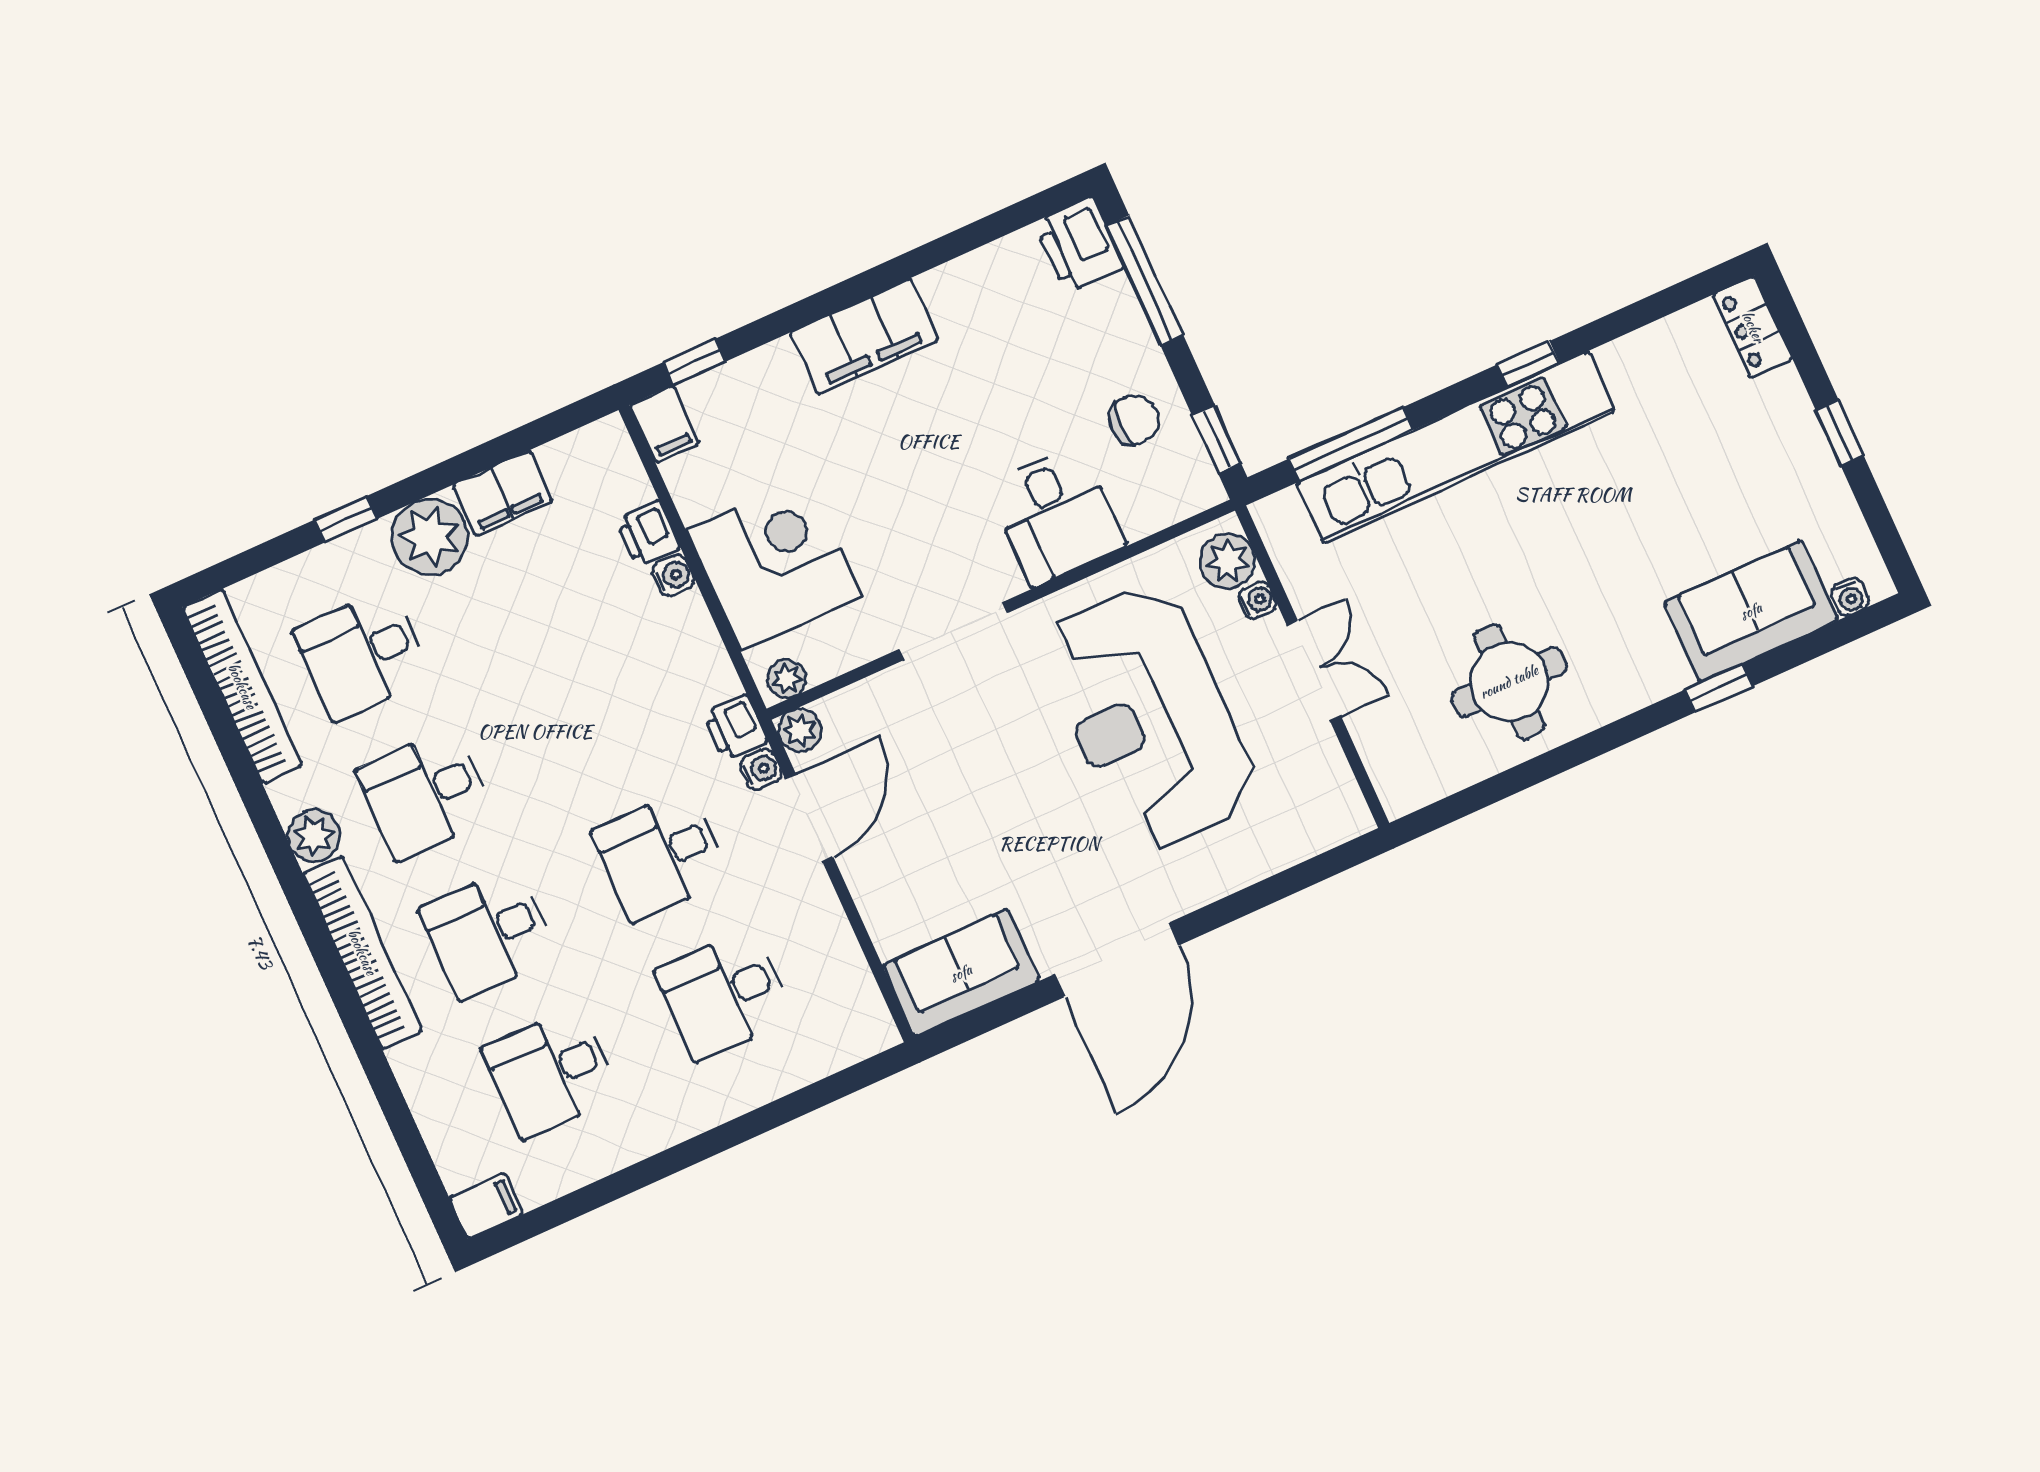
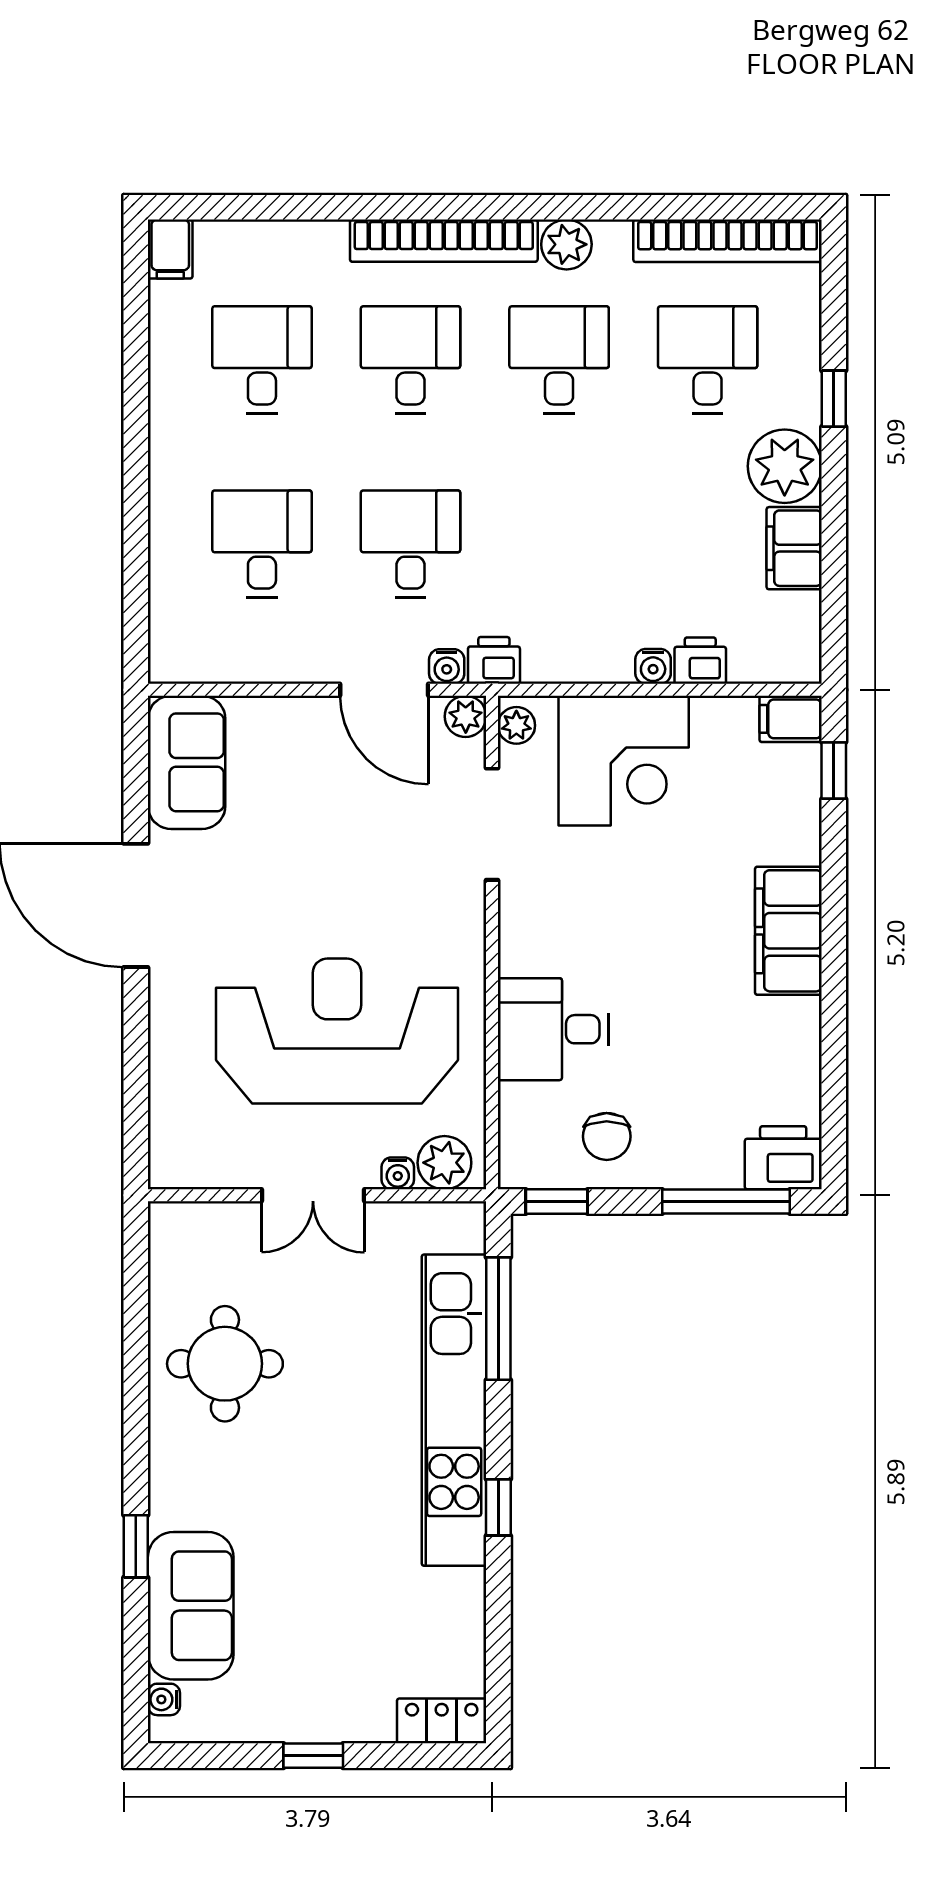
doorway: (954, 631) -> (492, 824), moved

